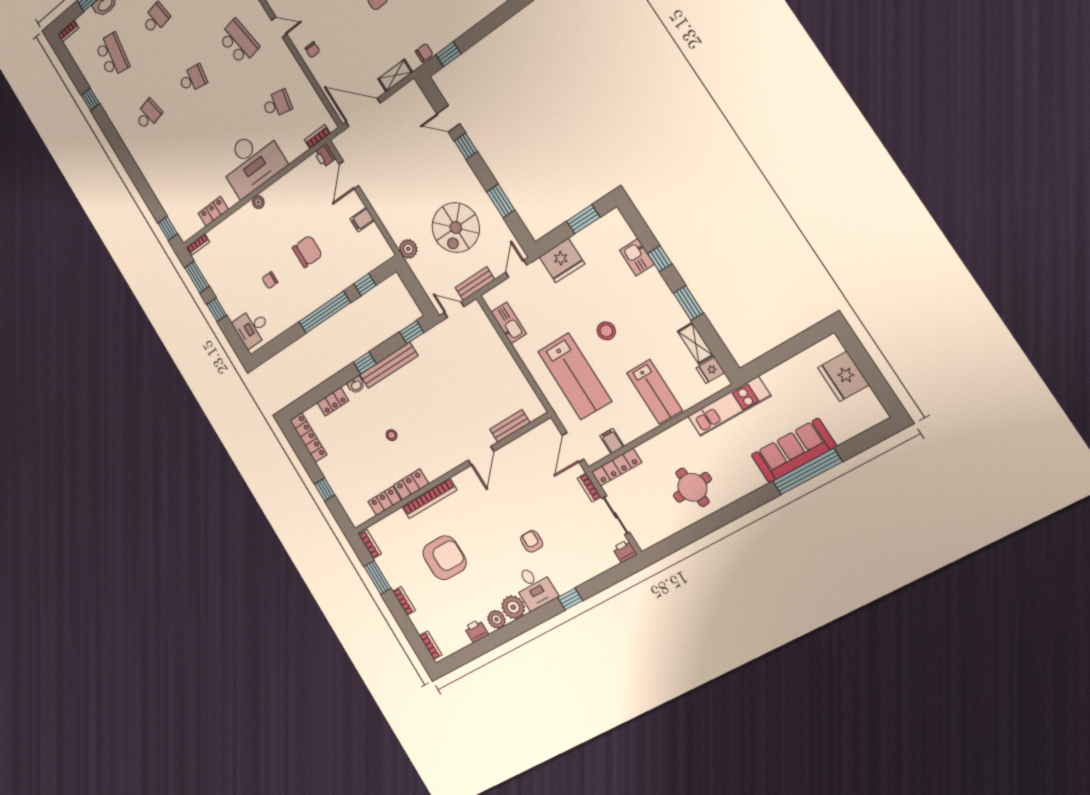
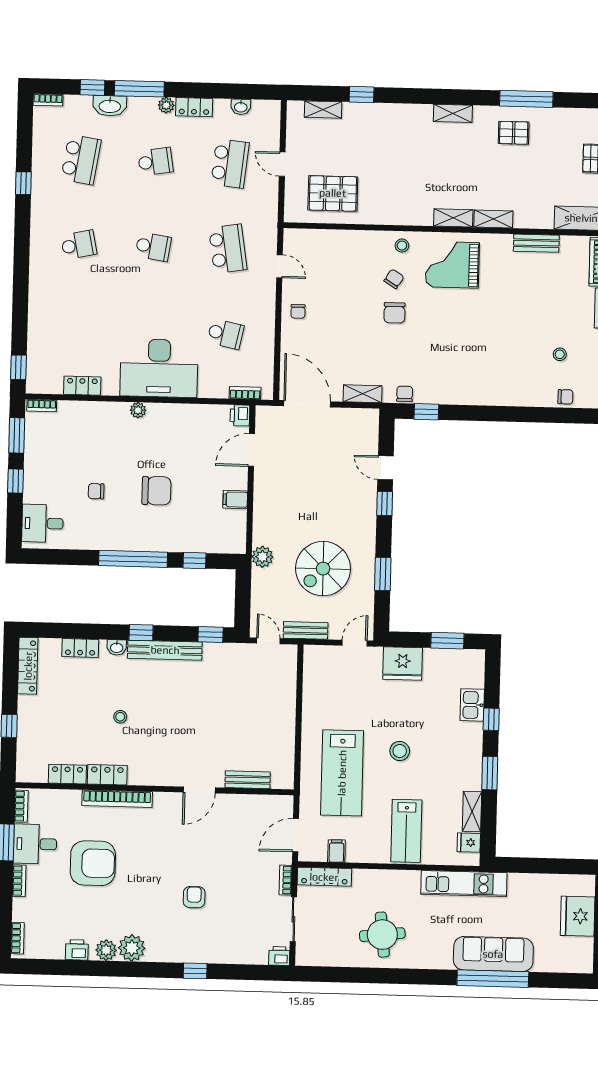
chair: (424, 53) -> (405, 394), turned -90
kitchen sink: (509, 323) -> (313, 686), removed
desk: (534, 587) -> (35, 844), moved, turned 90

